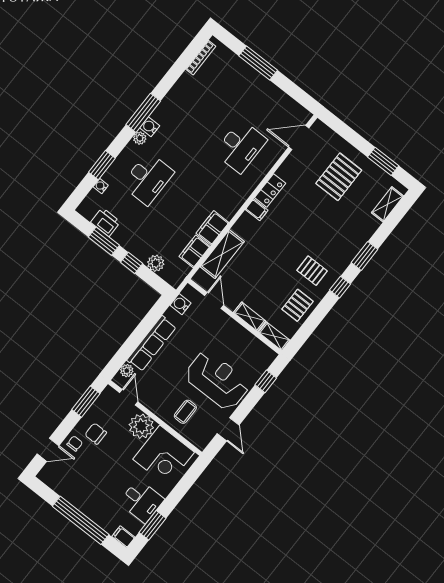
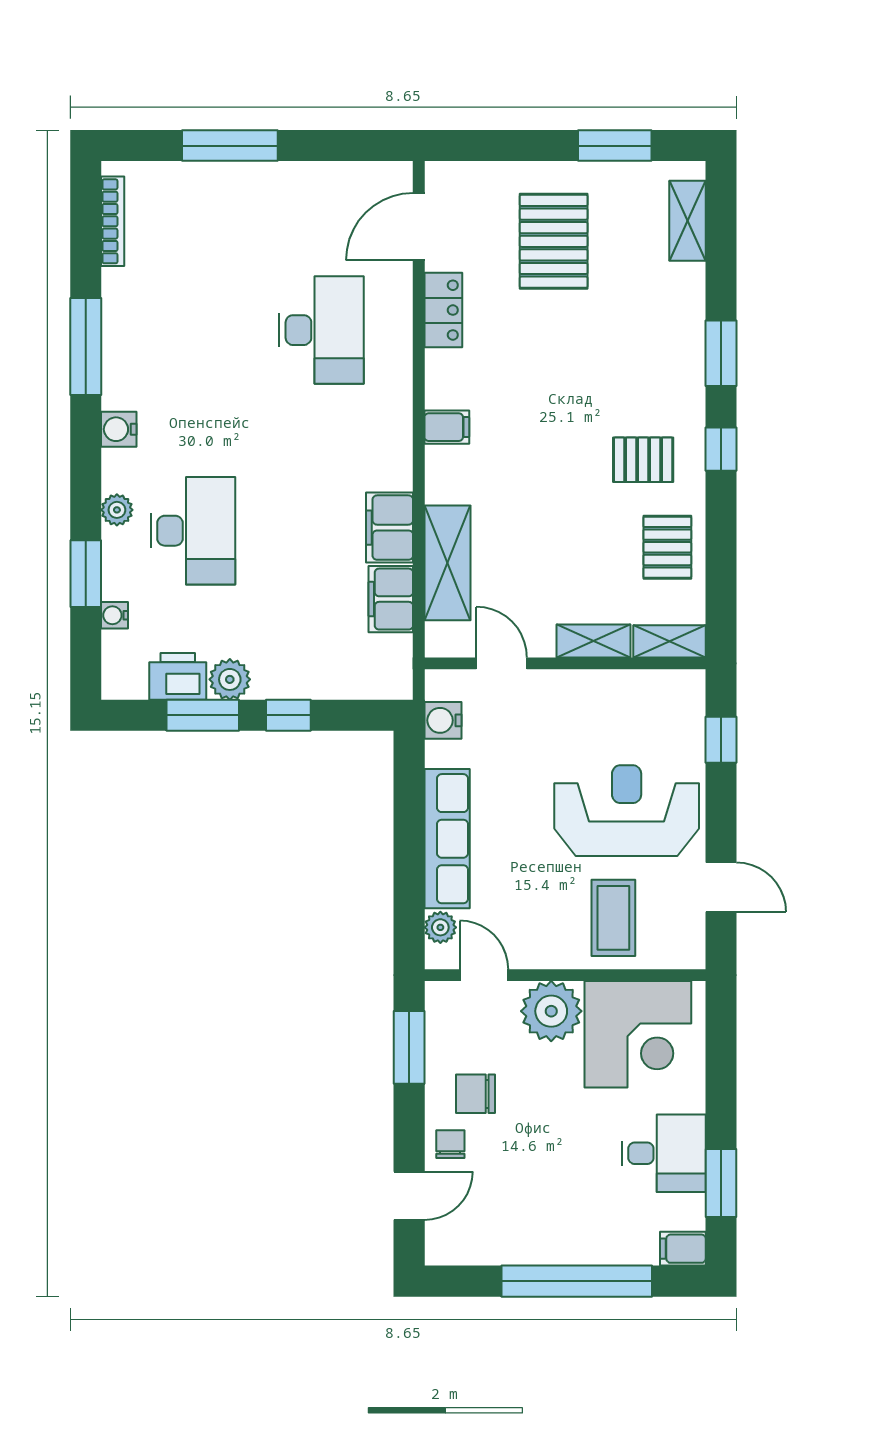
window: (143, 113) -> (86, 346), moved
plant: (140, 138) -> (117, 510), moved
locker: (270, 190) -> (443, 310), moved
plant: (156, 263) -> (230, 679), moved
coffee table: (185, 412) -> (613, 918), width x1.36, depth x1.30

